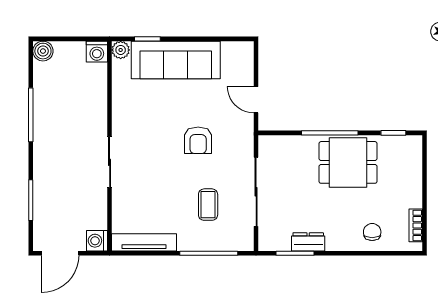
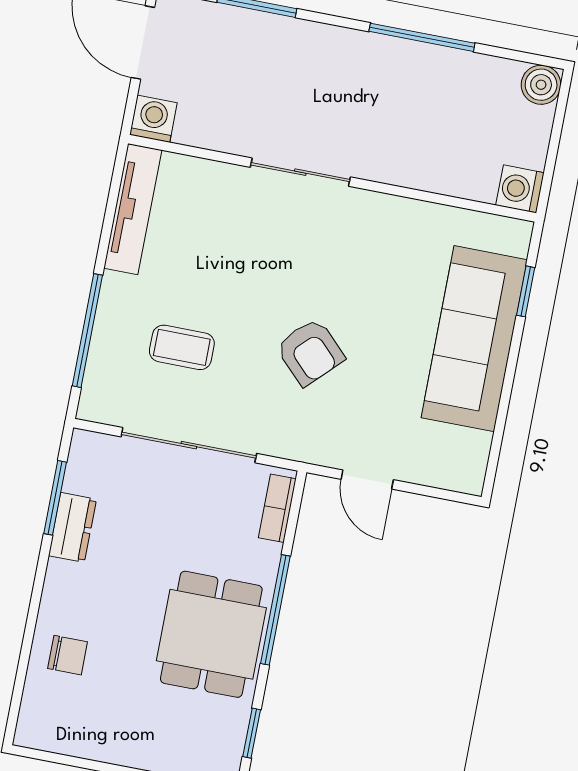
plant: (121, 50) -> (514, 236), removed
door: (256, 100) -> (367, 479), swing flipped
armchair: (198, 140) -> (310, 352), turned -135
bookcase: (416, 225) -> (277, 508), moved, turned -90

